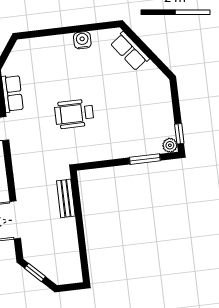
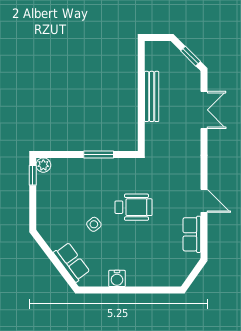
side table: (112, 92) -> (94, 224), added
window: (145, 159) -> (99, 154), moved
bench: (66, 198) -> (152, 96), moved, width x1.36

